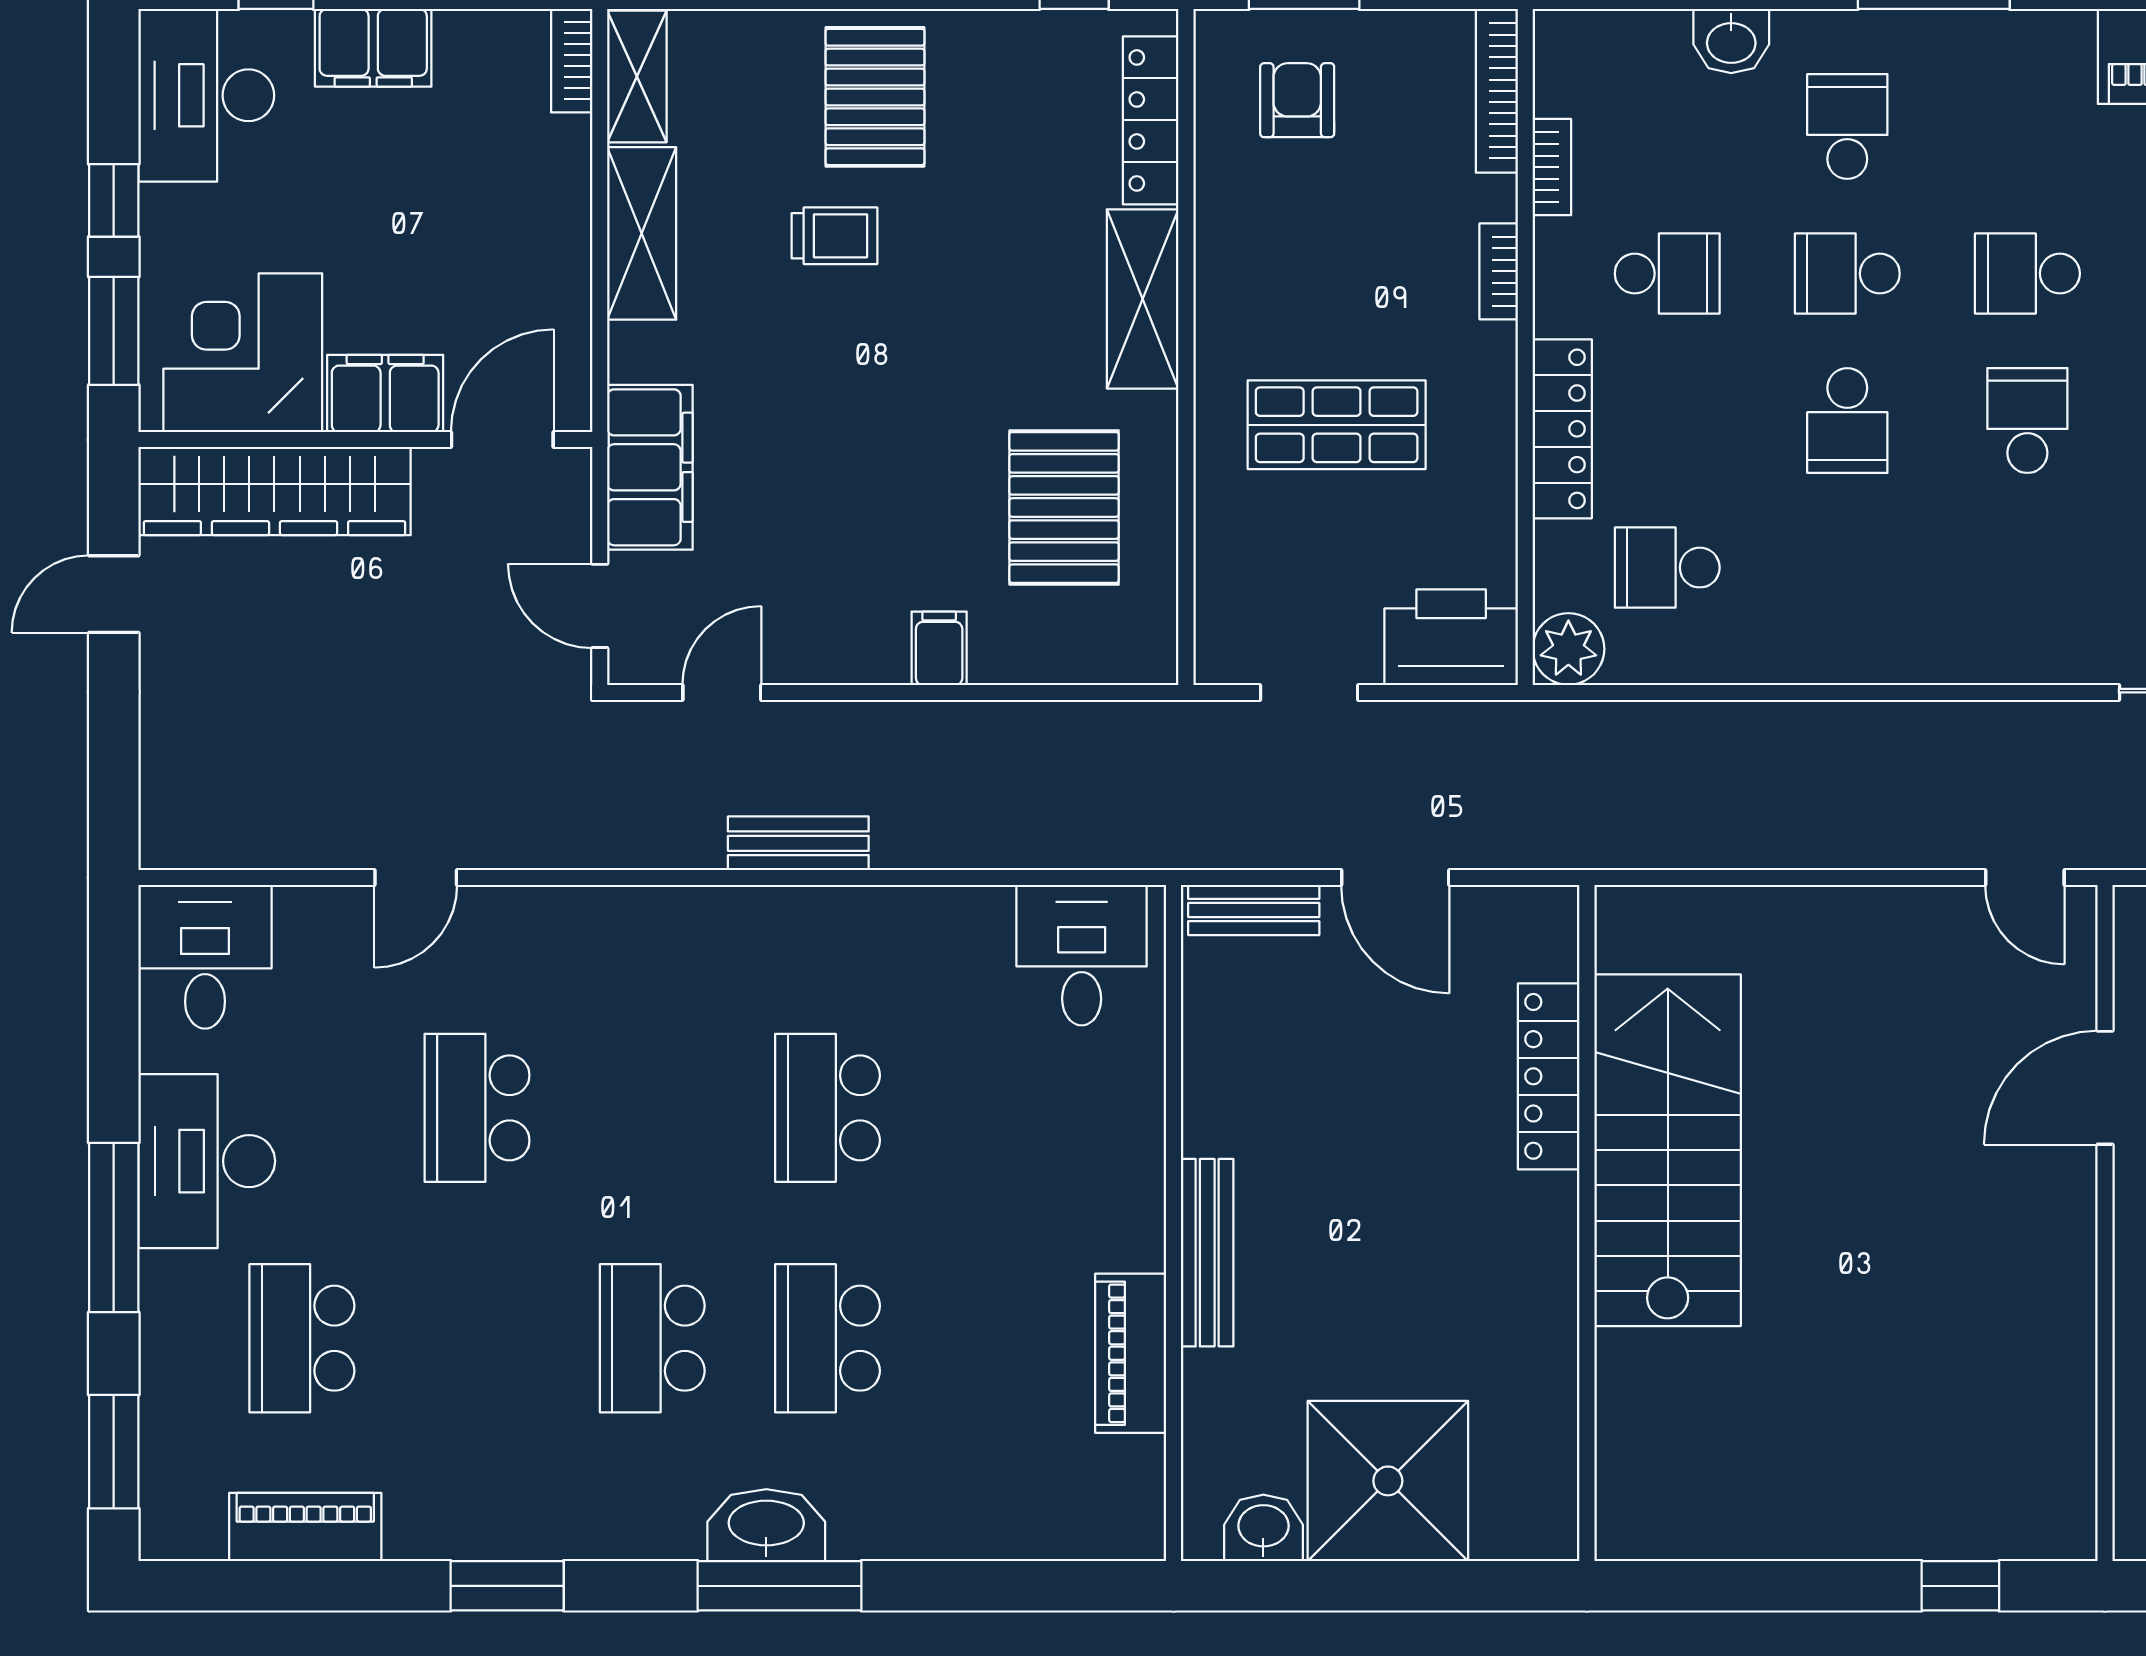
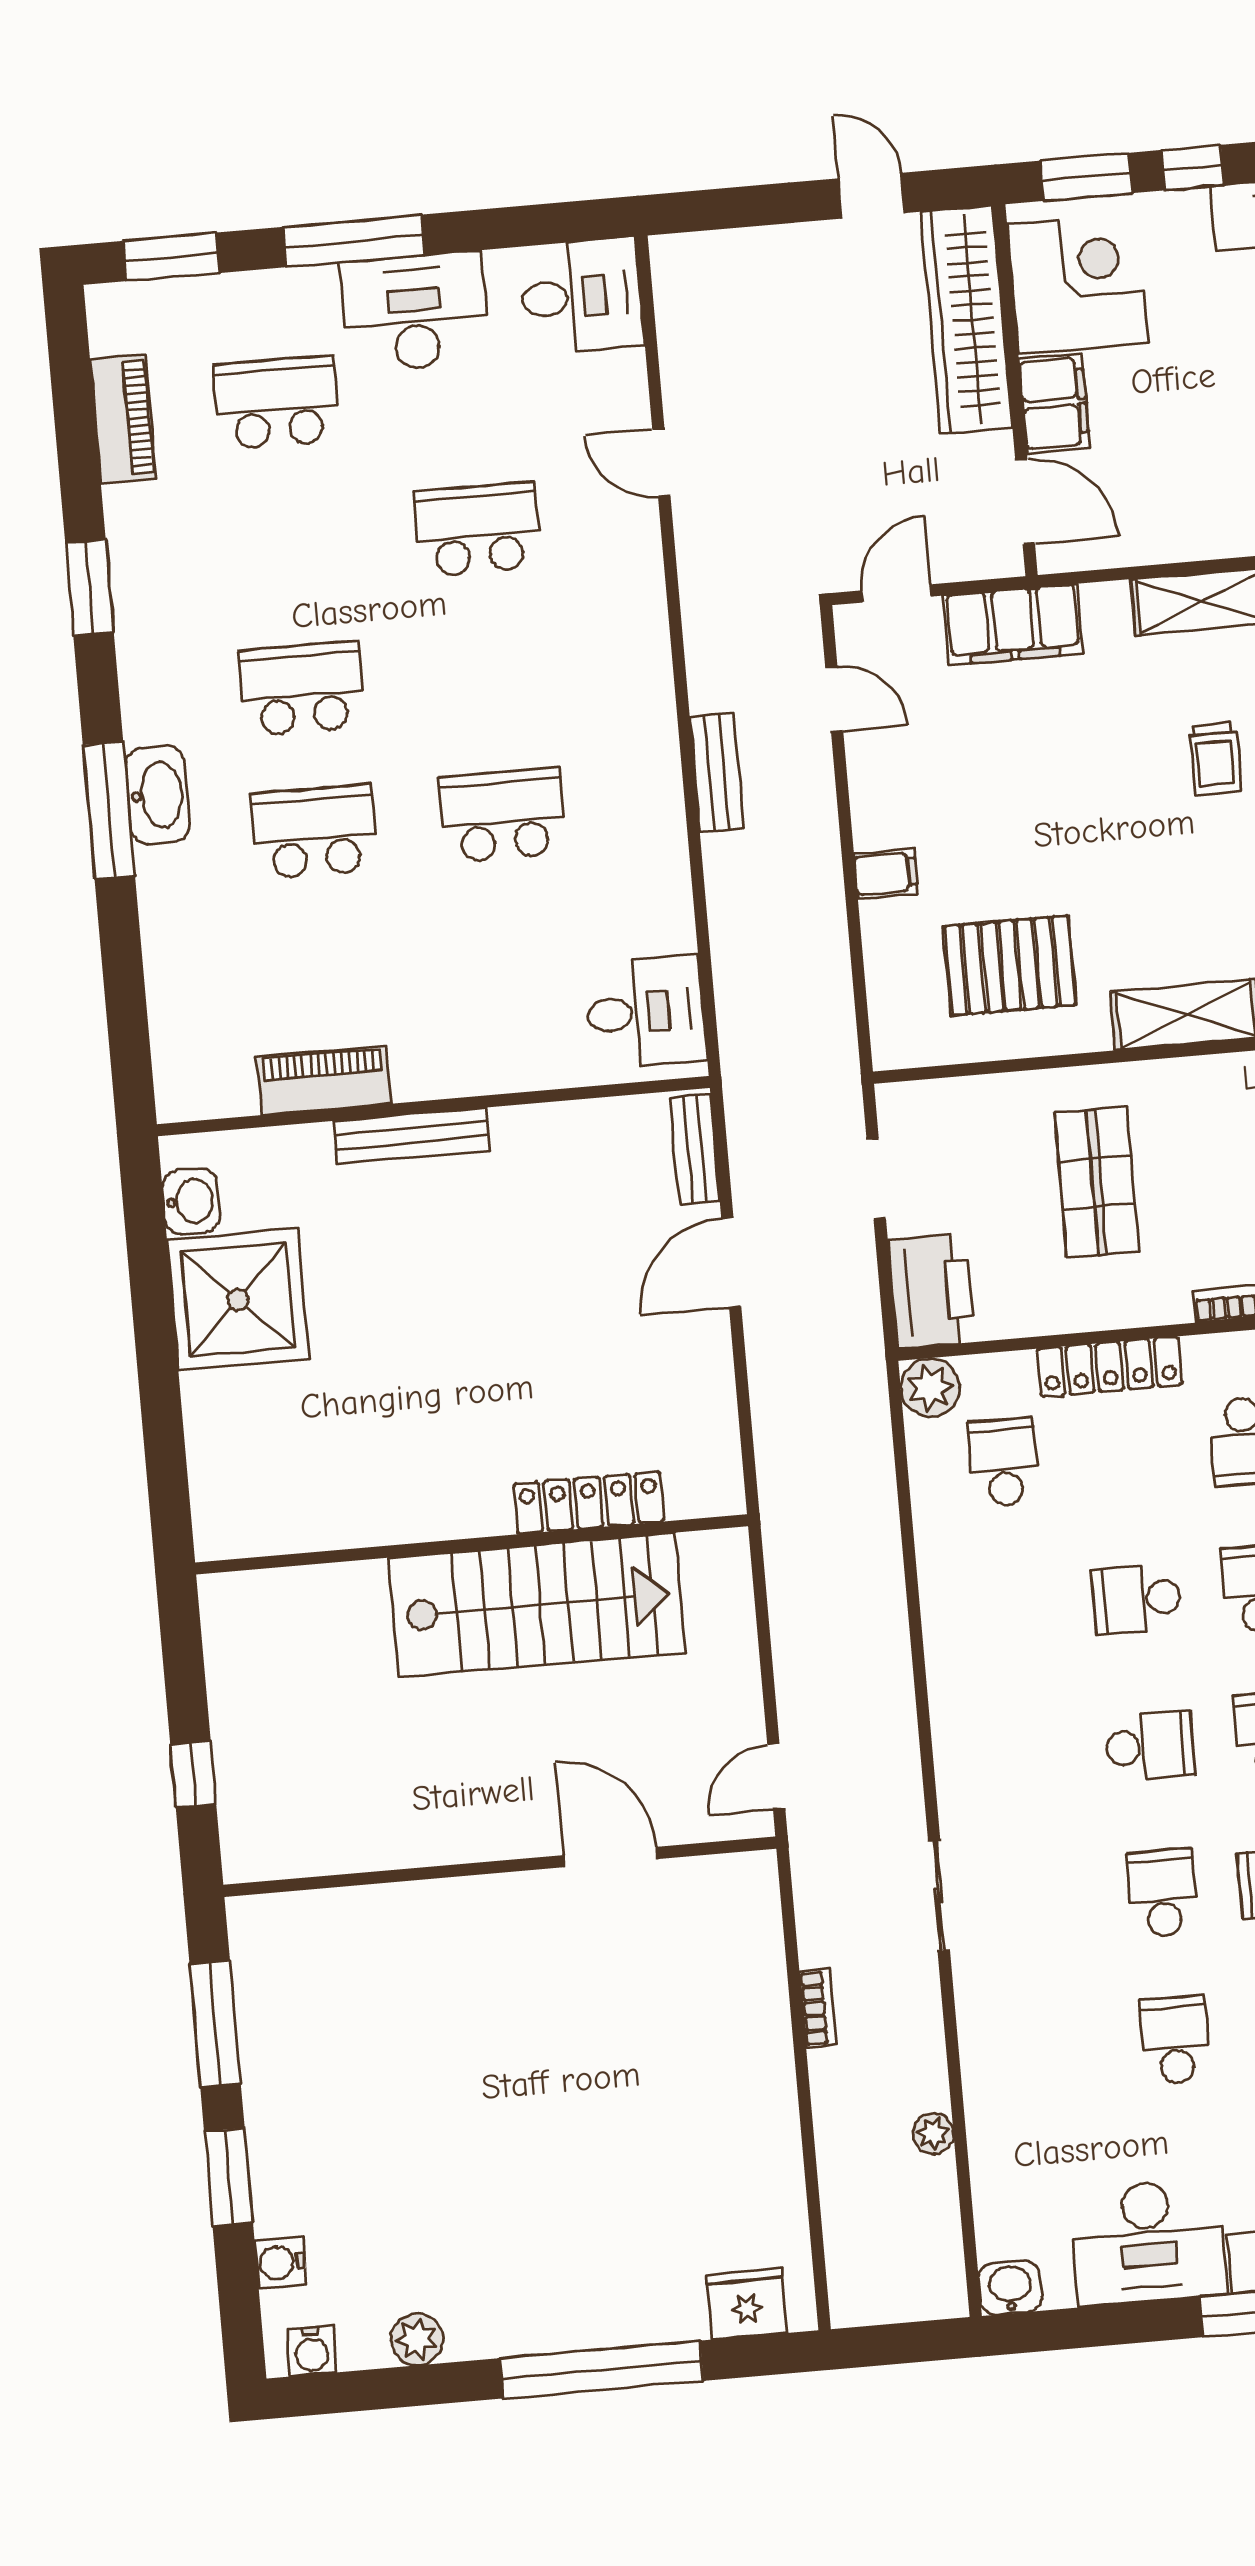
locker: (1549, 1076) -> (589, 1503), moved
stairs: (1668, 1150) -> (537, 1605), moved
wall: (1587, 1223) -> (472, 1544), moved

